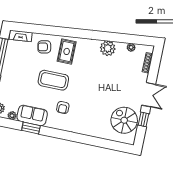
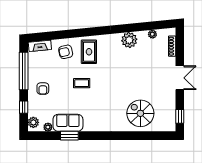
coffee table: (53, 80) -> (82, 83), width x0.54, depth x0.58
armchair: (63, 107) -> (43, 89), moved
window: (143, 119) -> (180, 116), moved
spiral stairs: (124, 120) -> (140, 113), moved

